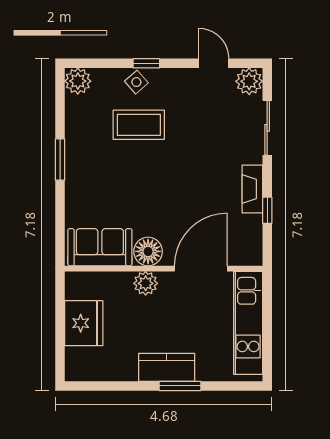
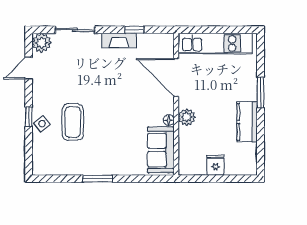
plant: (78, 81) -> (41, 166), removed
floor lamp: (148, 251) -> (169, 120), width x0.53, depth x0.53
fridge: (84, 323) -> (215, 165), width x0.53, depth x0.75
kitchen counter: (167, 367) -> (247, 122), moved

